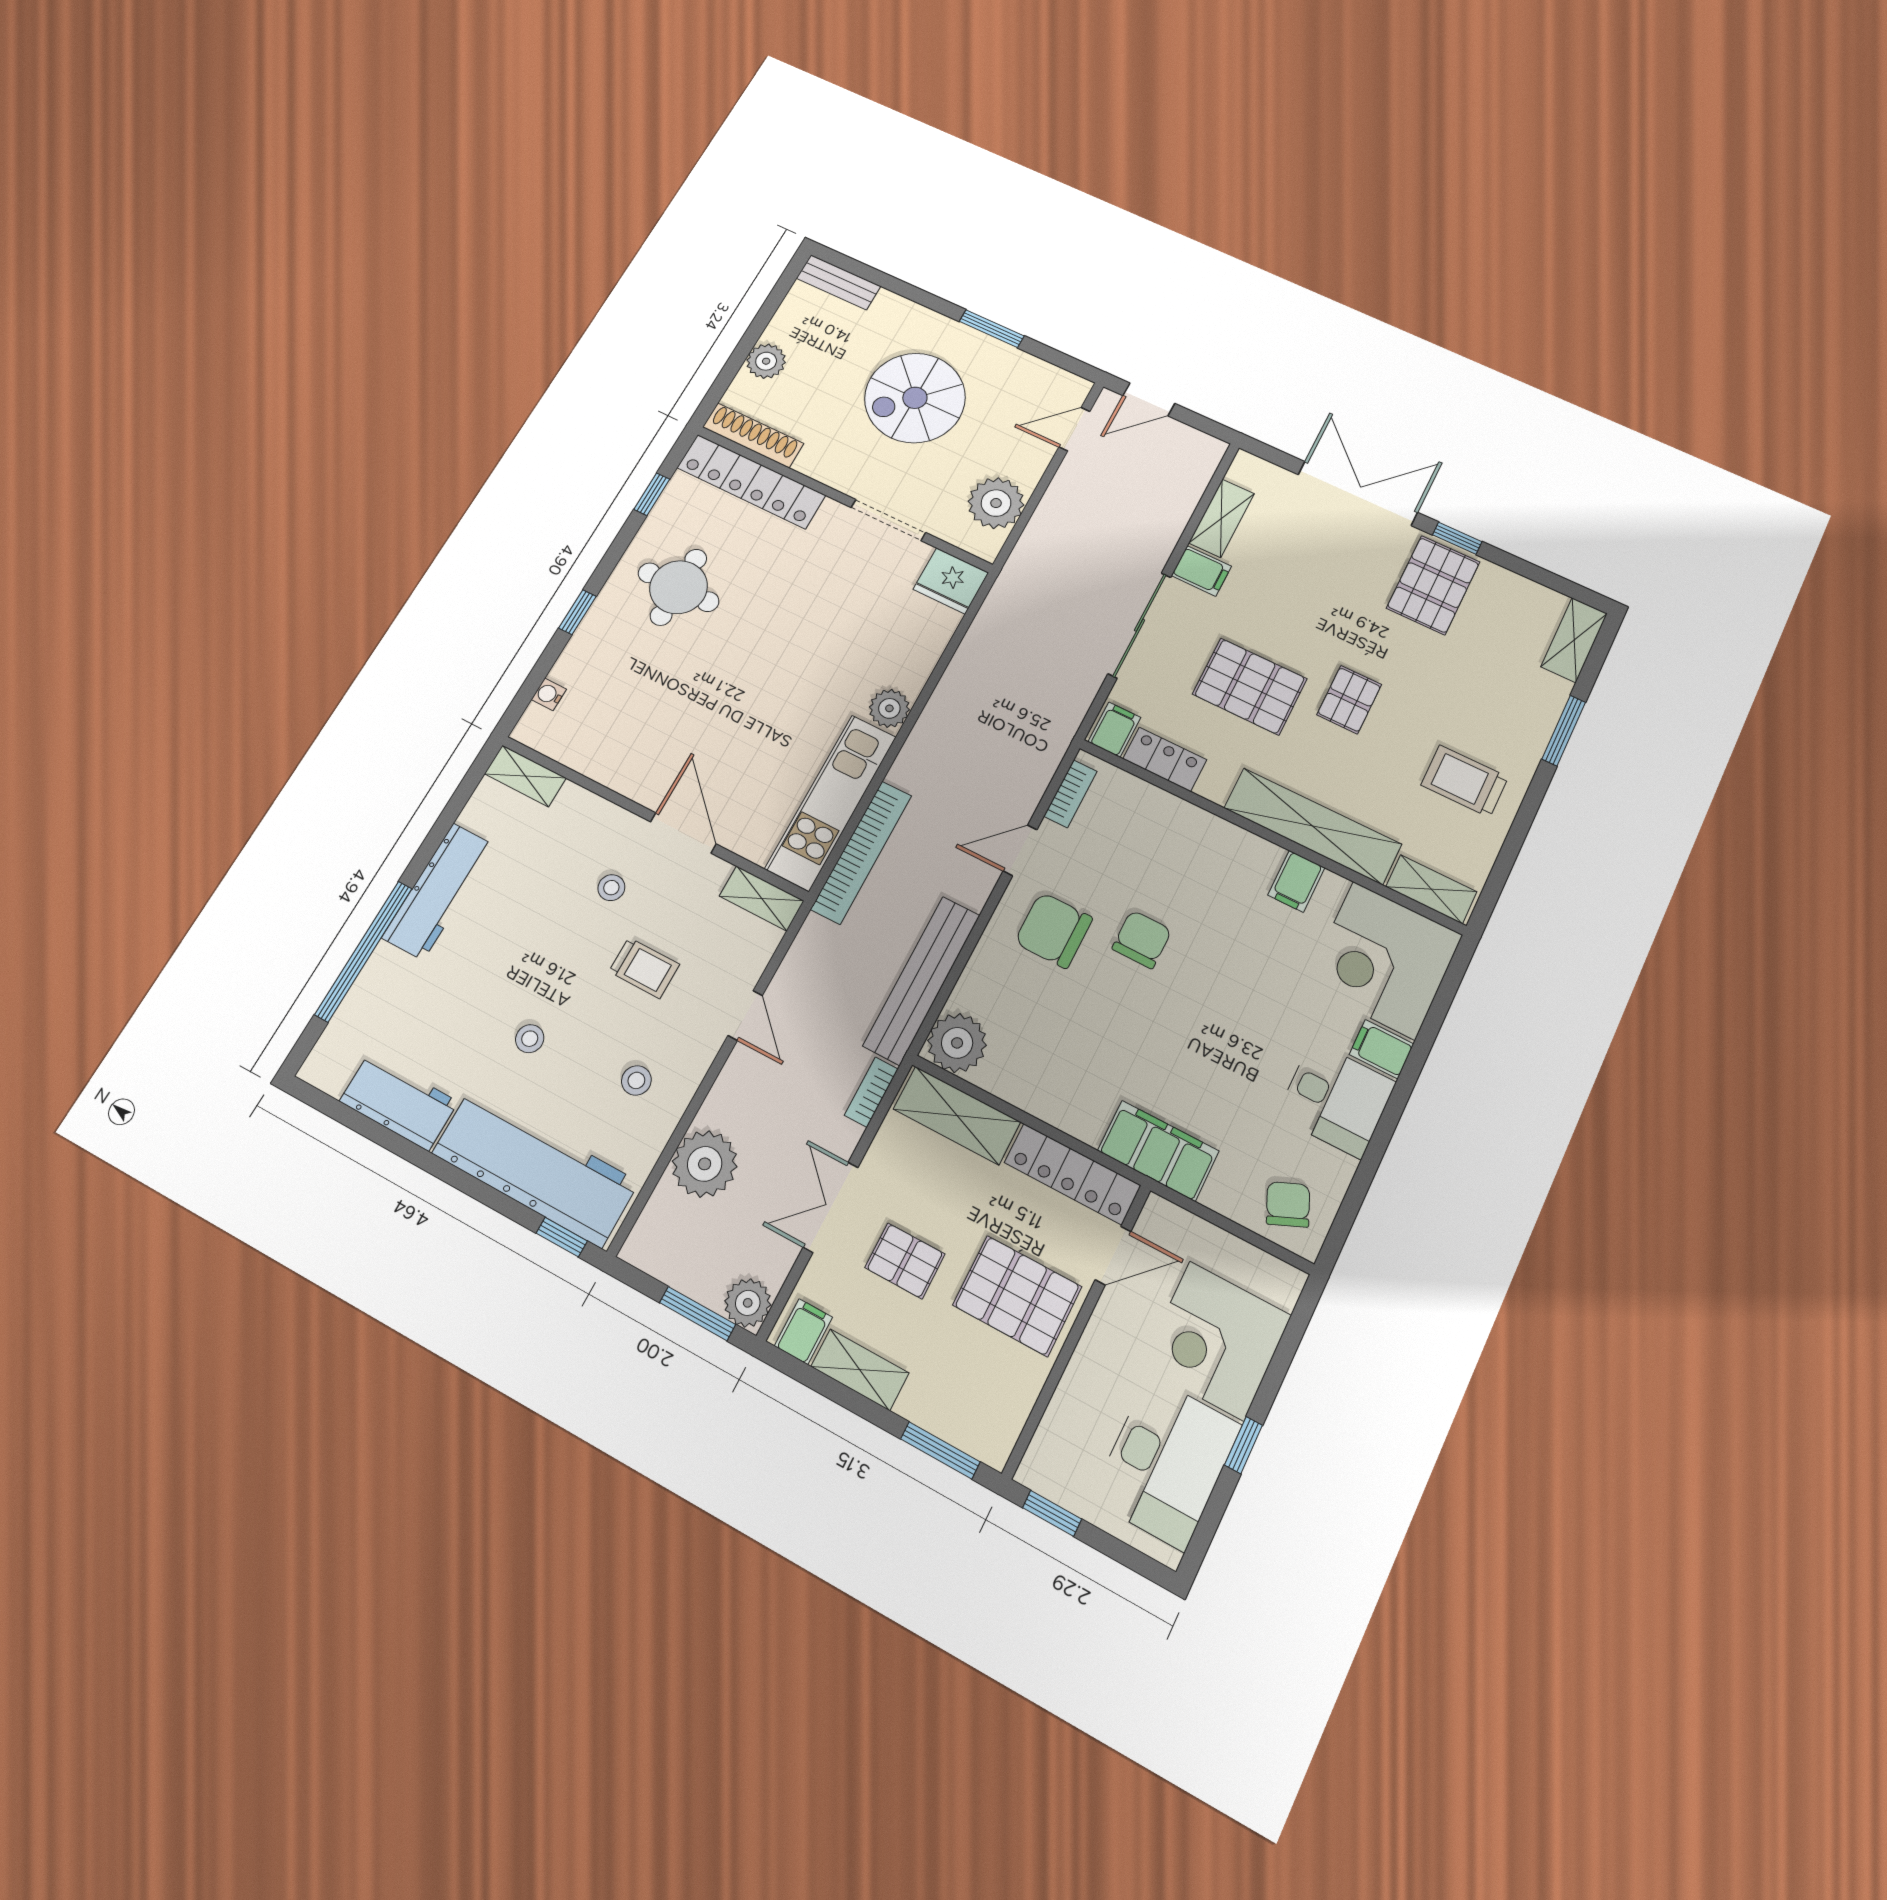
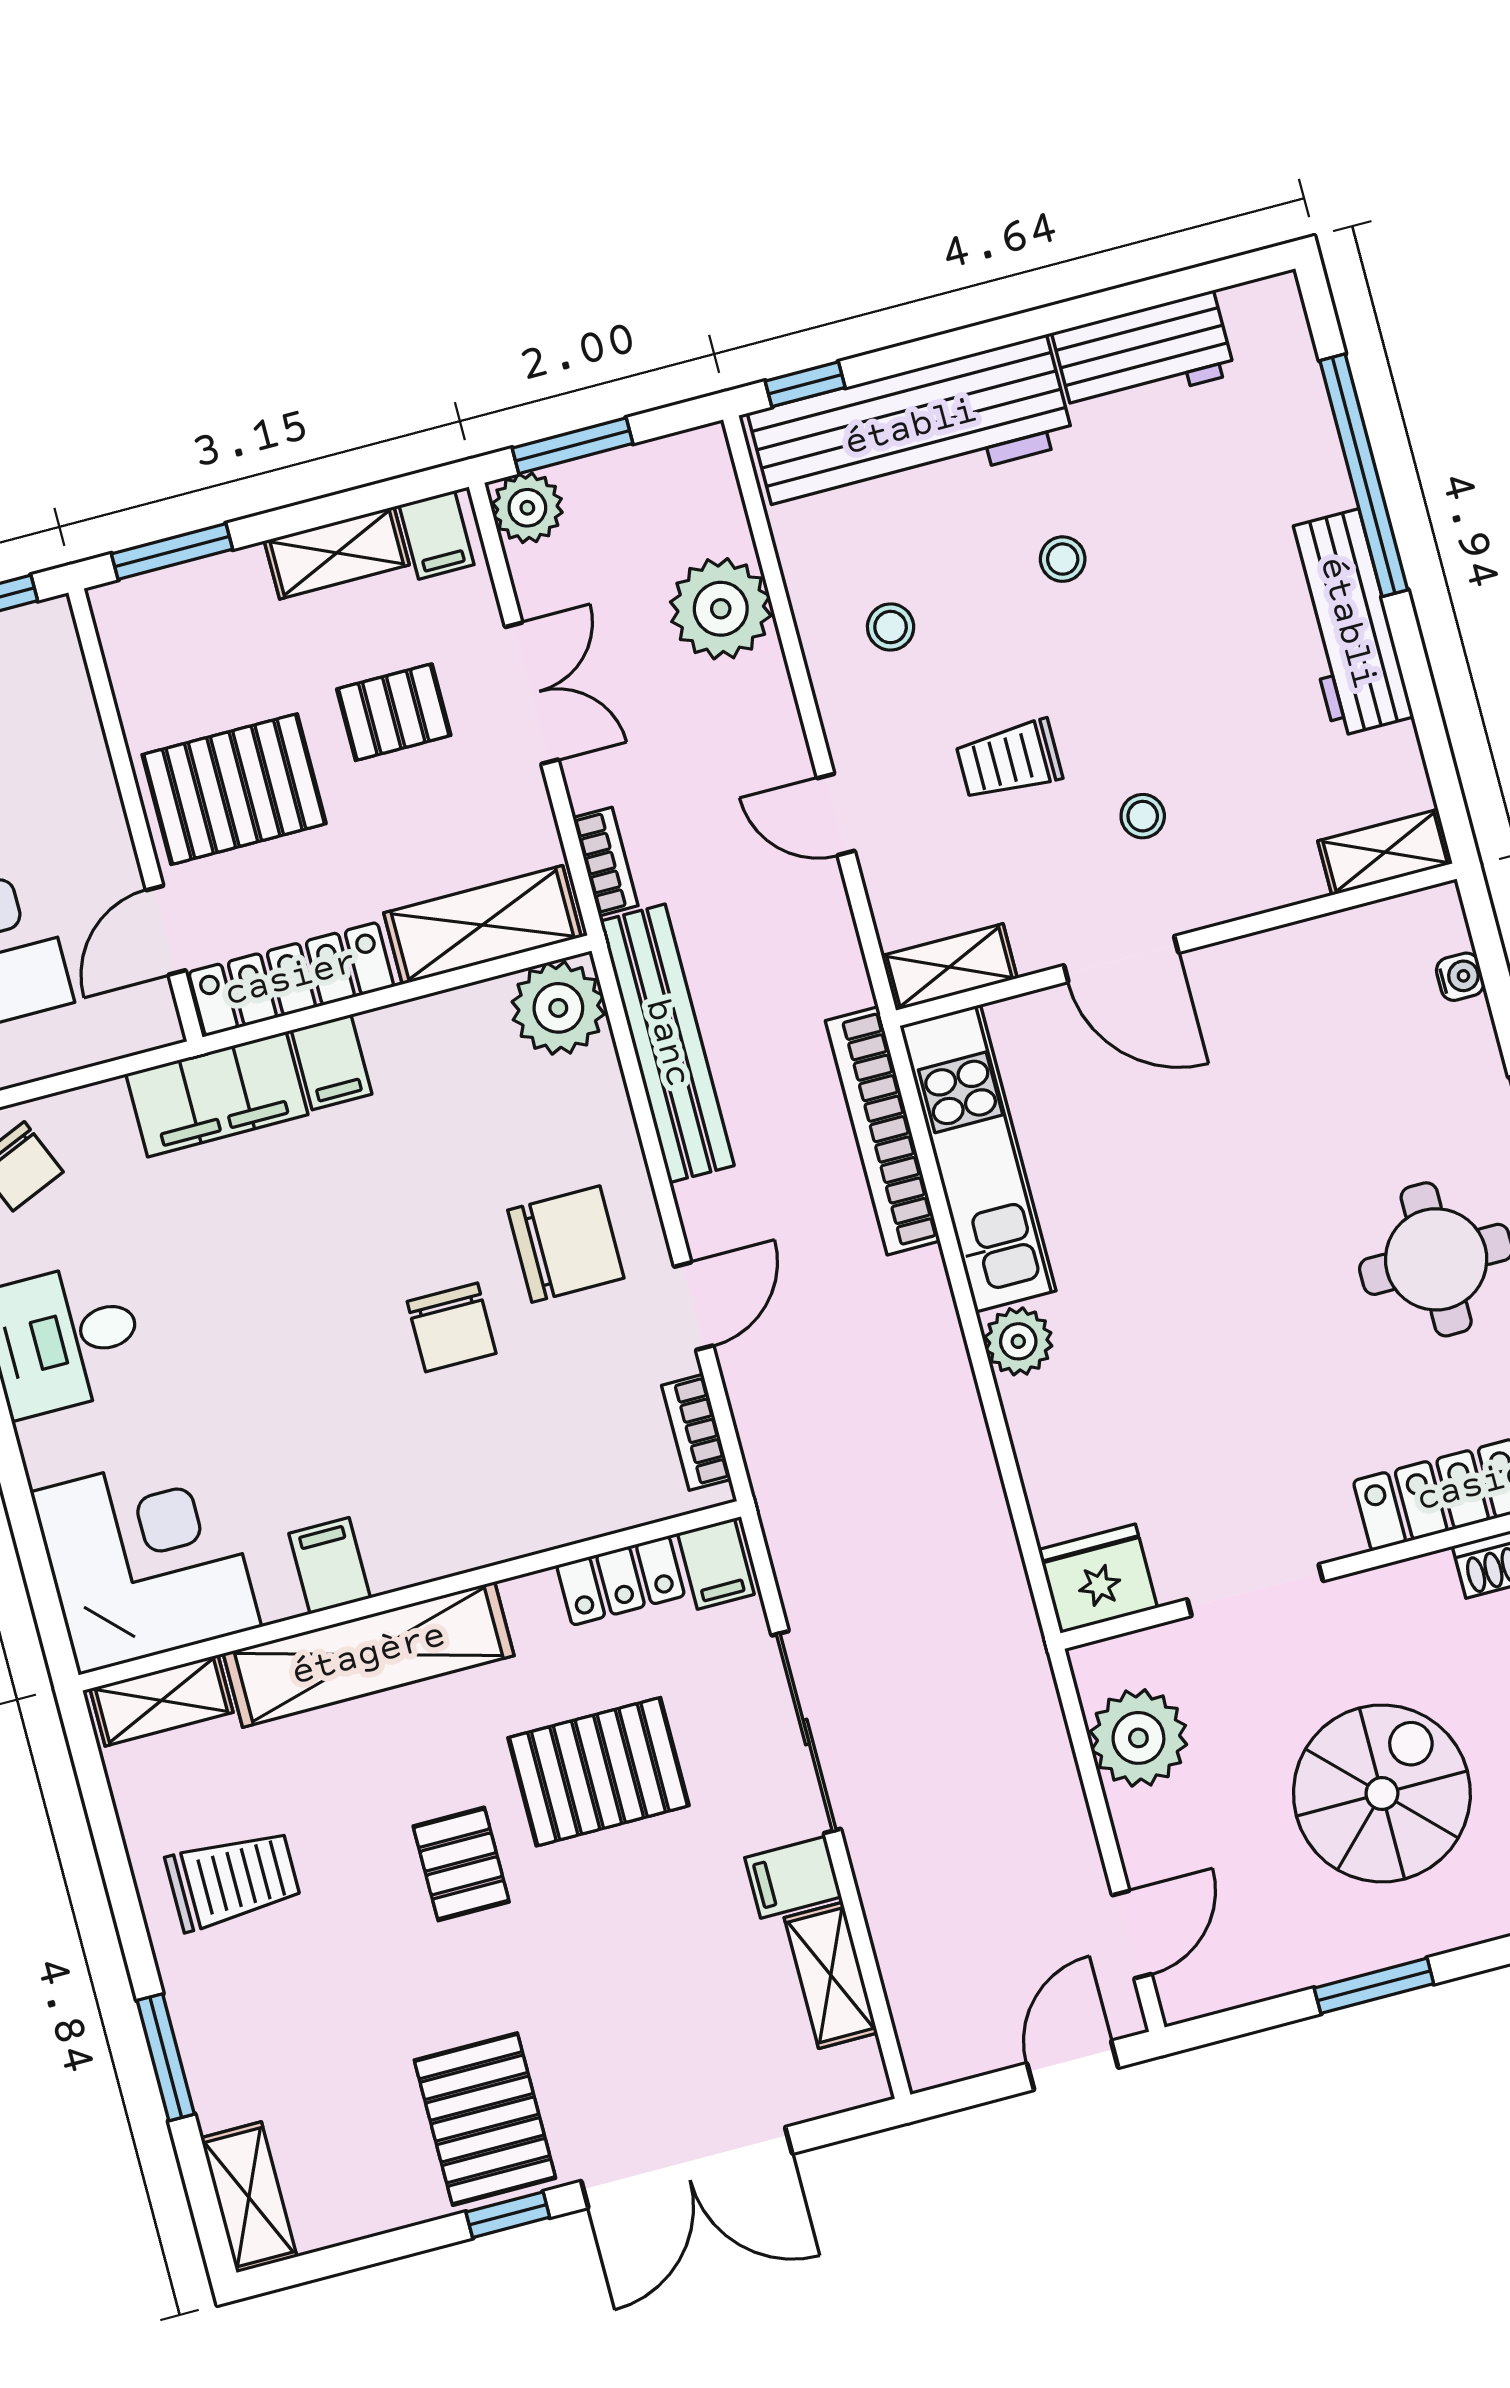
filing cabinet: (1382, 1049) -> (332, 1062), moved, turned 90

